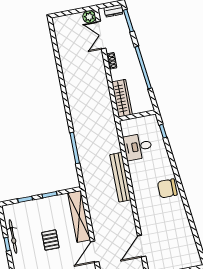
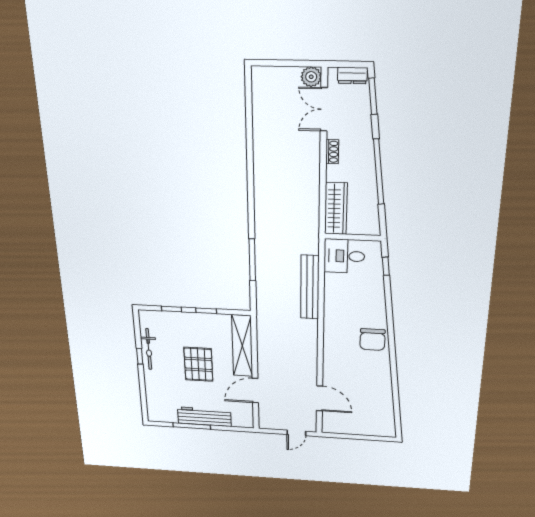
desk: (138, 147) -> (344, 256), moved
bench: (120, 177) -> (310, 287), moved
chair: (167, 188) -> (372, 340), turned -90
pallet: (50, 240) -> (198, 364), width x1.50, depth x1.42
door: (142, 246) -> (320, 398), swing flipped

